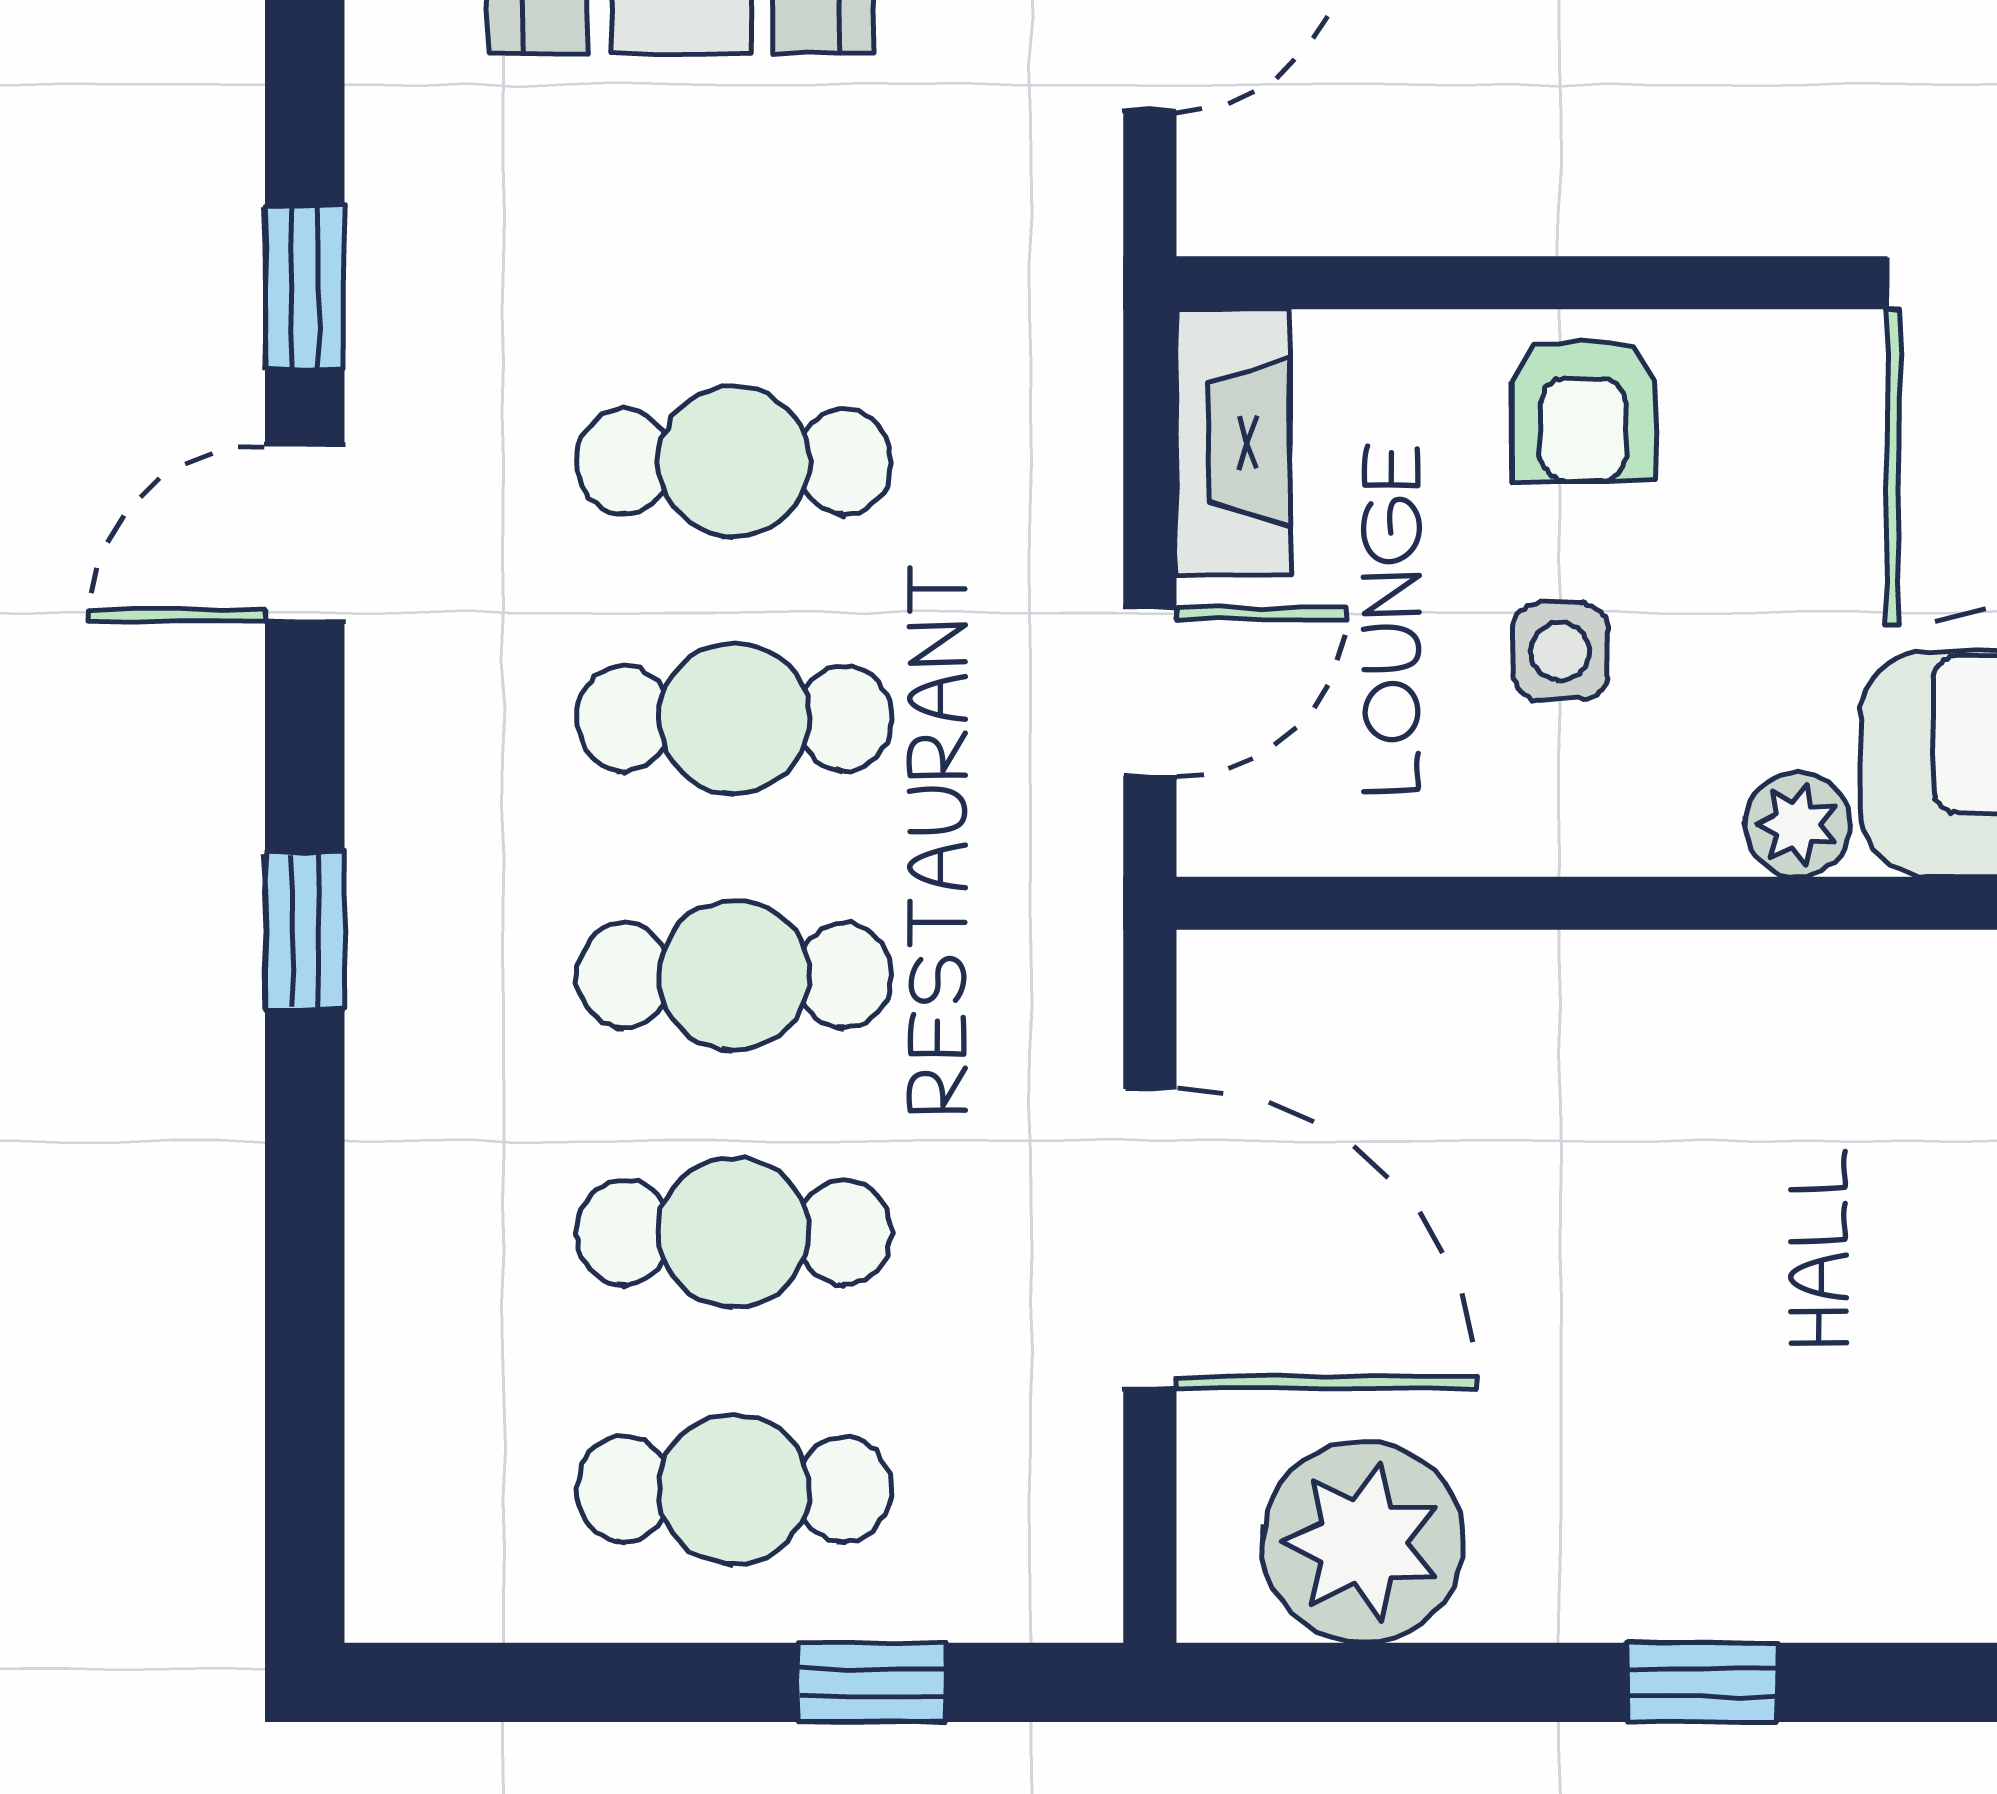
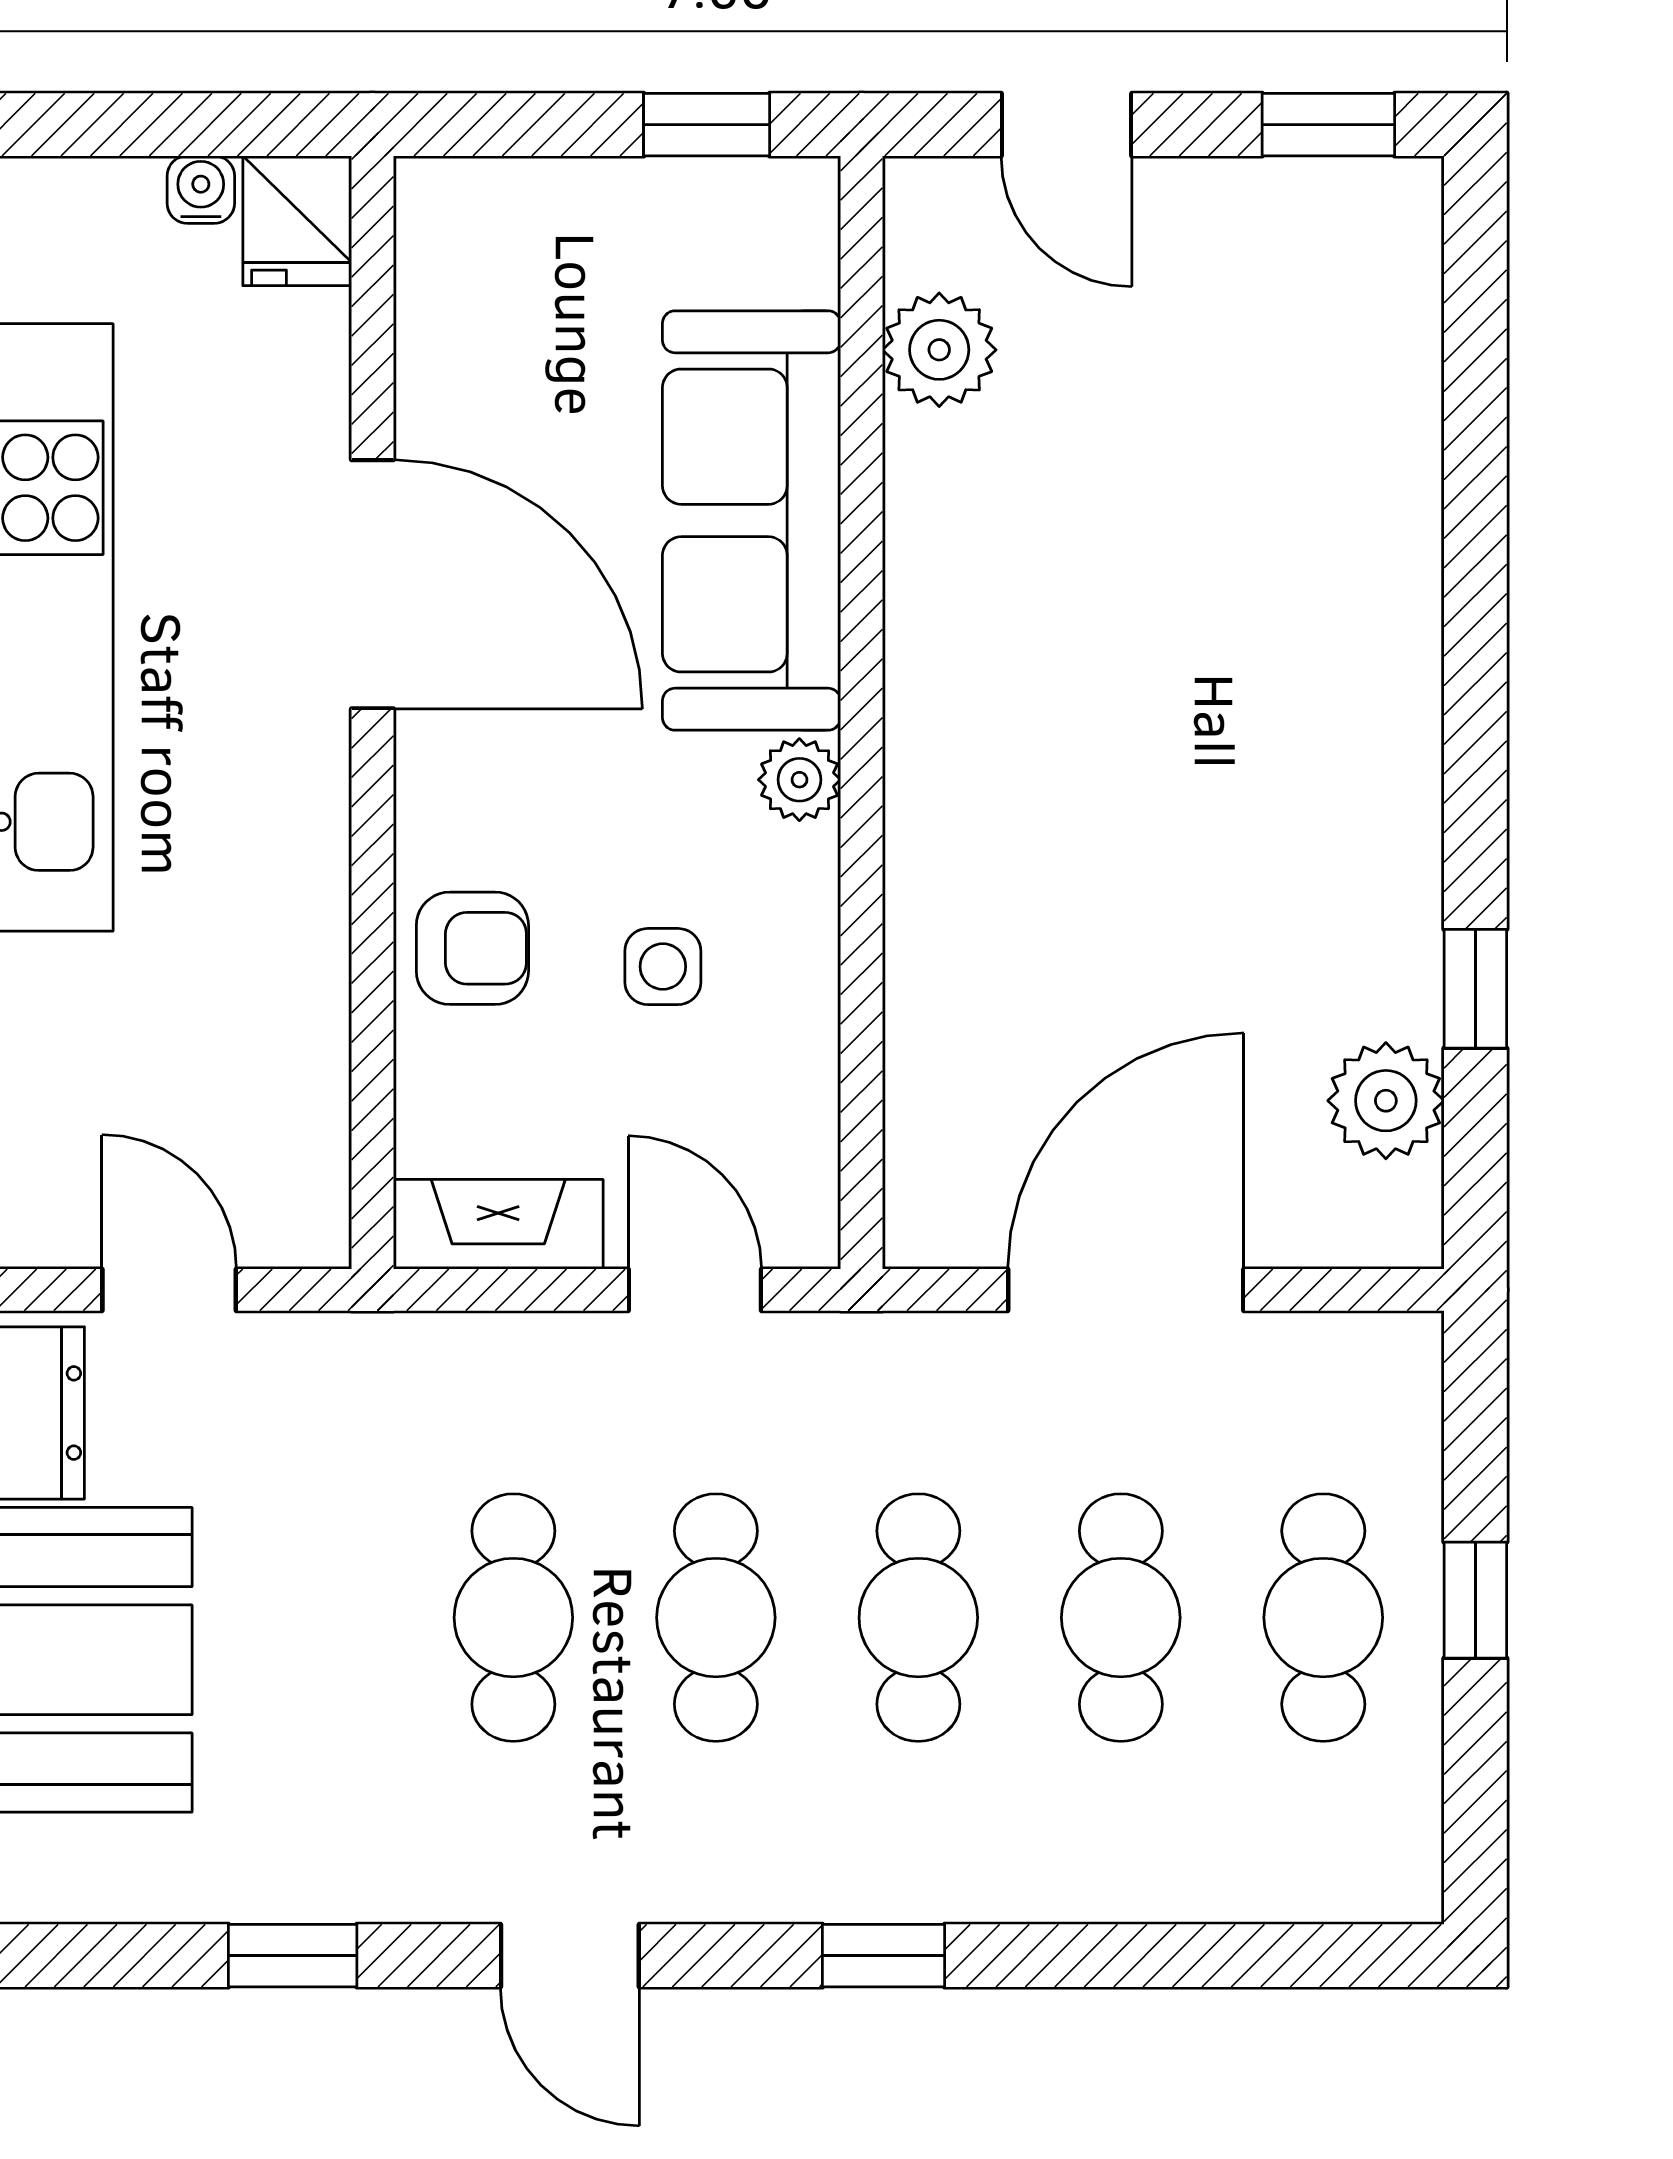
window: (305, 288) -> (293, 1956), moved
plant: (1363, 1542) -> (1386, 1101), width x0.73, depth x0.73
window: (872, 1682) -> (1475, 1600), moved
window: (1703, 1682) -> (1475, 989), moved

